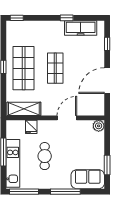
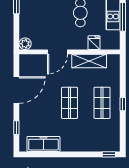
window: (67, 18) -> (58, 154), removed
shop shelf: (24, 68) -> (102, 103), width x0.70, depth x0.74
shelving: (24, 109) -> (89, 61), moved

